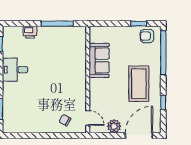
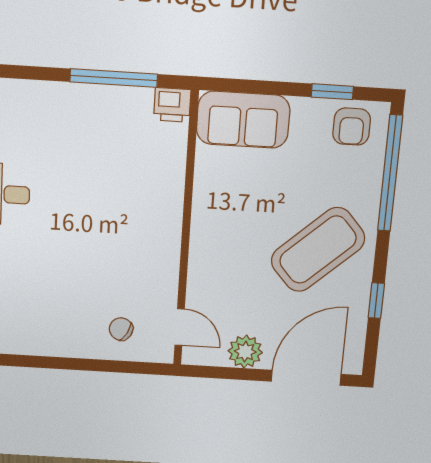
printer: (30, 32) -> (172, 105), moved
armchair: (147, 36) -> (352, 127), turned -90
sofa: (99, 60) -> (243, 120), moved, turned 90
coffee table: (139, 84) -> (318, 250), turned 48

